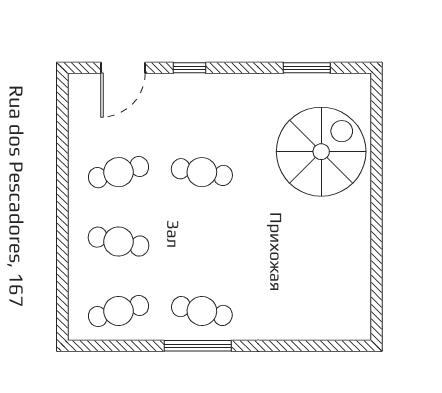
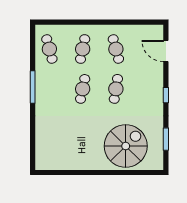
window: (190, 68) -> (166, 95), moved
spiral stairs: (321, 152) -> (126, 146), turned -90
cafe table: (202, 311) -> (83, 89), moved

